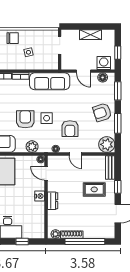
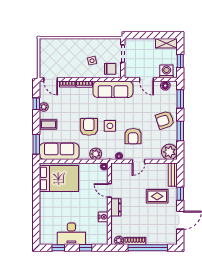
shelving: (90, 35) -> (166, 43), moved
chair: (13, 38) -> (110, 69), moved
door: (75, 154) -> (139, 161), hinge flipped
door: (46, 173) -> (109, 190), moved
nightstand: (40, 196) -> (103, 217), moved

